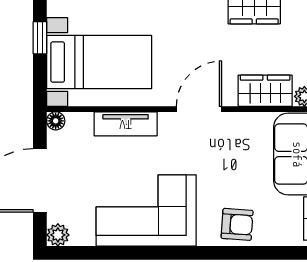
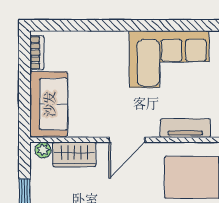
armchair: (237, 224) -> (97, 48), removed

